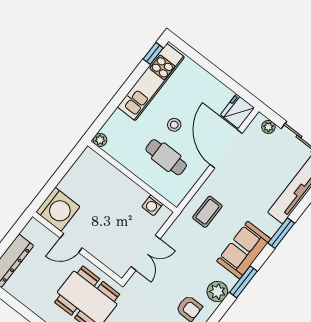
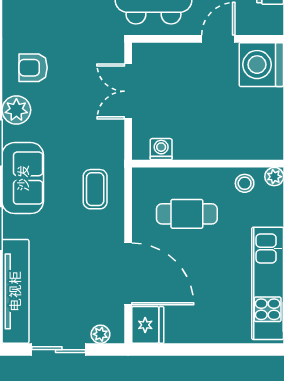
stool: (174, 125) -> (245, 183), moved

